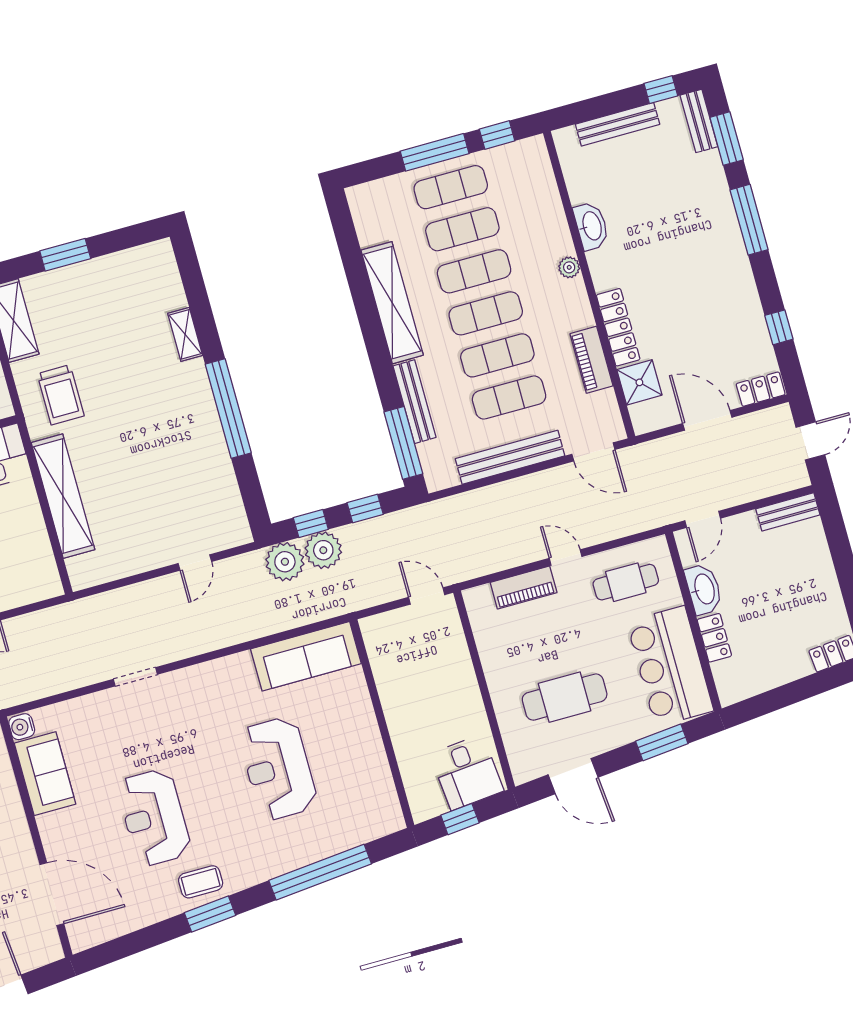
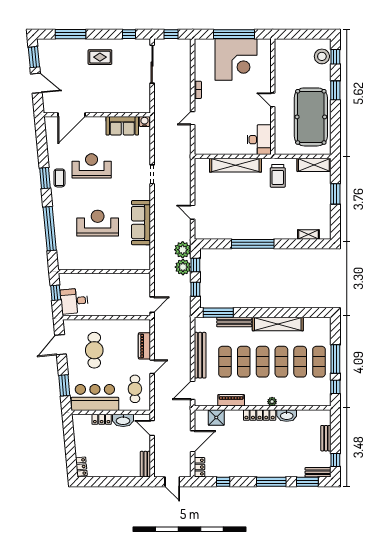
bench: (618, 124) -> (326, 438), width x0.73
locker: (618, 327) -> (260, 415), moved
shelving: (185, 334) -> (308, 234), moved
trolley: (61, 395) -> (278, 176), turned -90
sofa: (306, 656) -> (141, 223), moved

